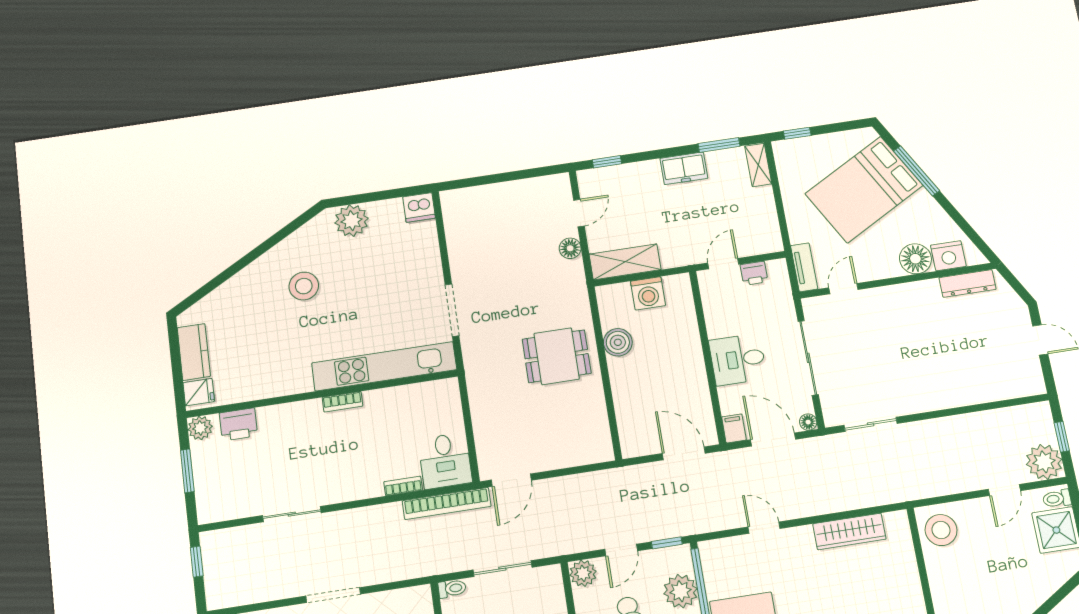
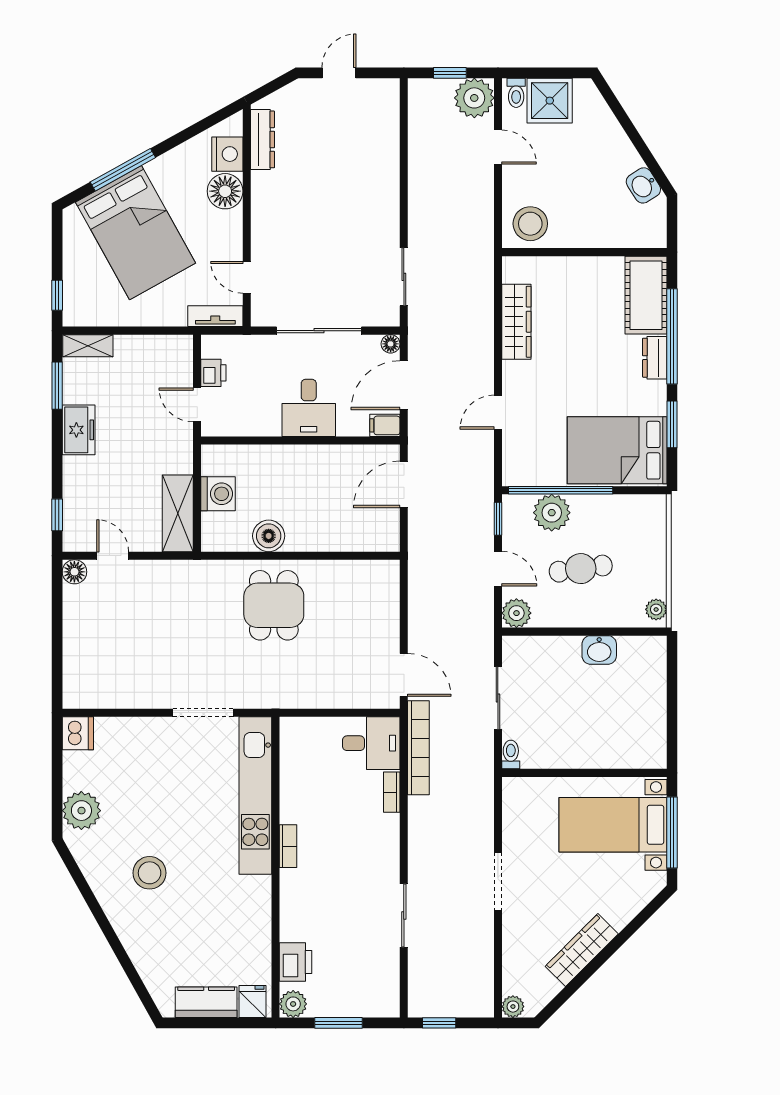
floor lamp: (570, 248) -> (74, 572), moved

